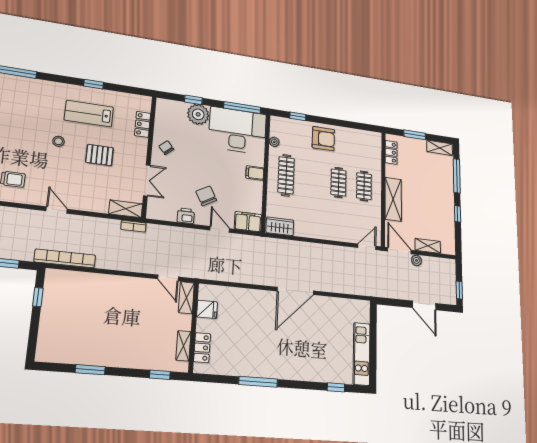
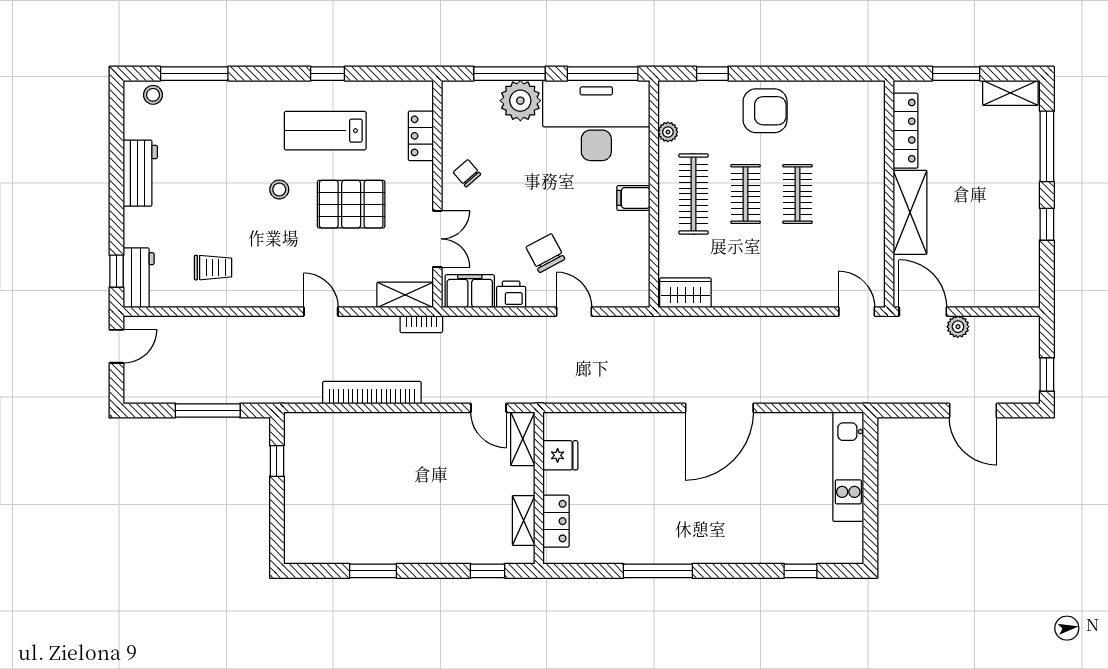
window: (193, 100) -> (510, 74), width x2.17
locker: (391, 152) -> (906, 131), width x1.53
pallet: (99, 155) -> (351, 204), width x1.50, depth x1.42
clothes rail: (364, 186) -> (746, 194), moved
door: (57, 210) -> (321, 312), moved
filing cabinet: (248, 222) -> (470, 291), moved
shelving: (428, 246) -> (982, 296), removed
door: (367, 247) -> (857, 312), hinge flipped
bookcase: (65, 258) -> (372, 393), moved
kitchen unit: (362, 354) -> (848, 467), moved

